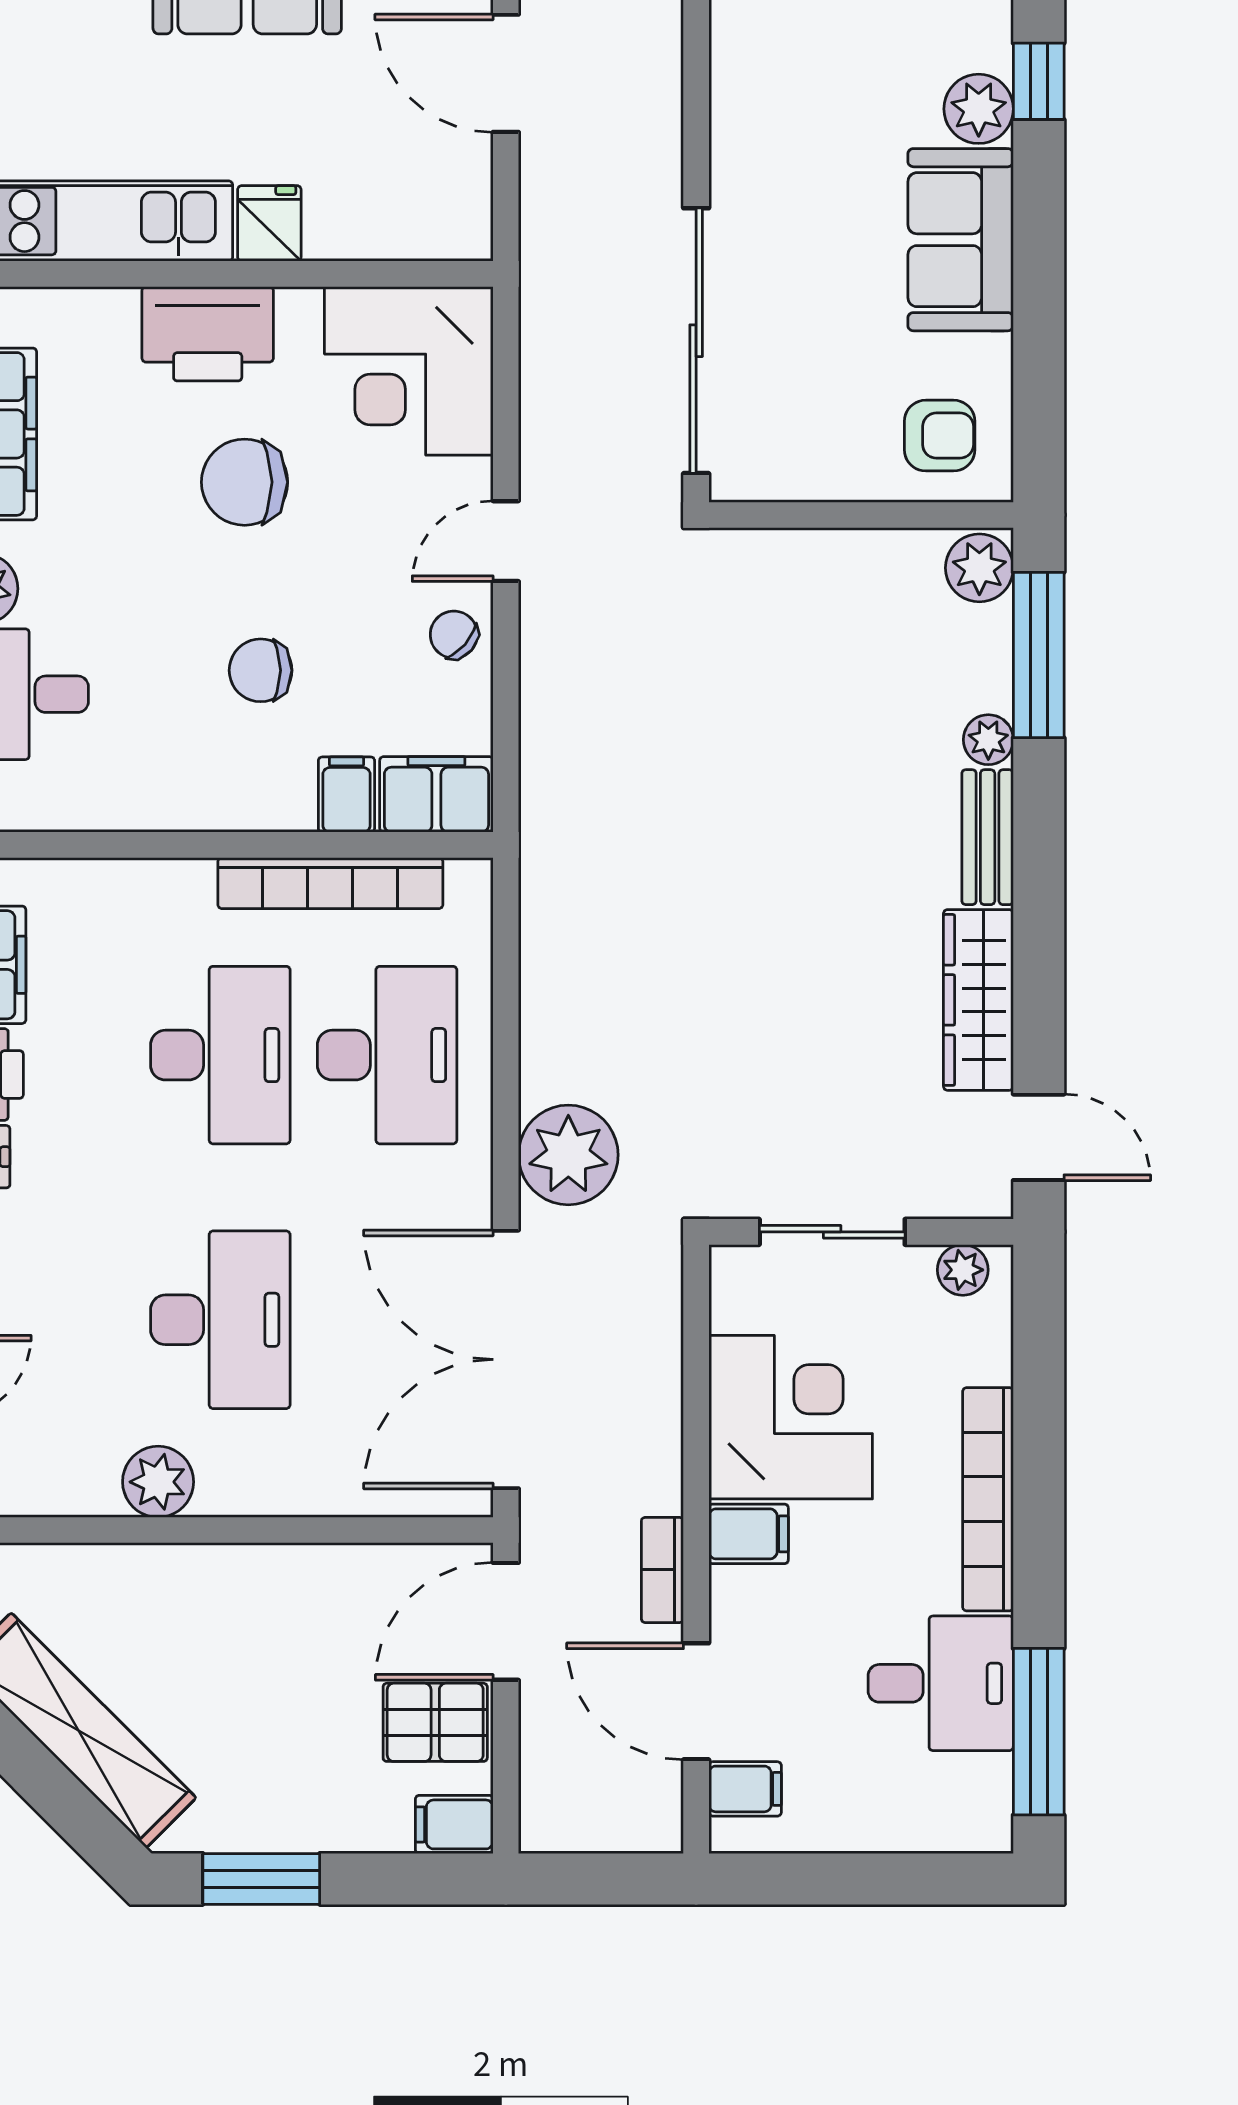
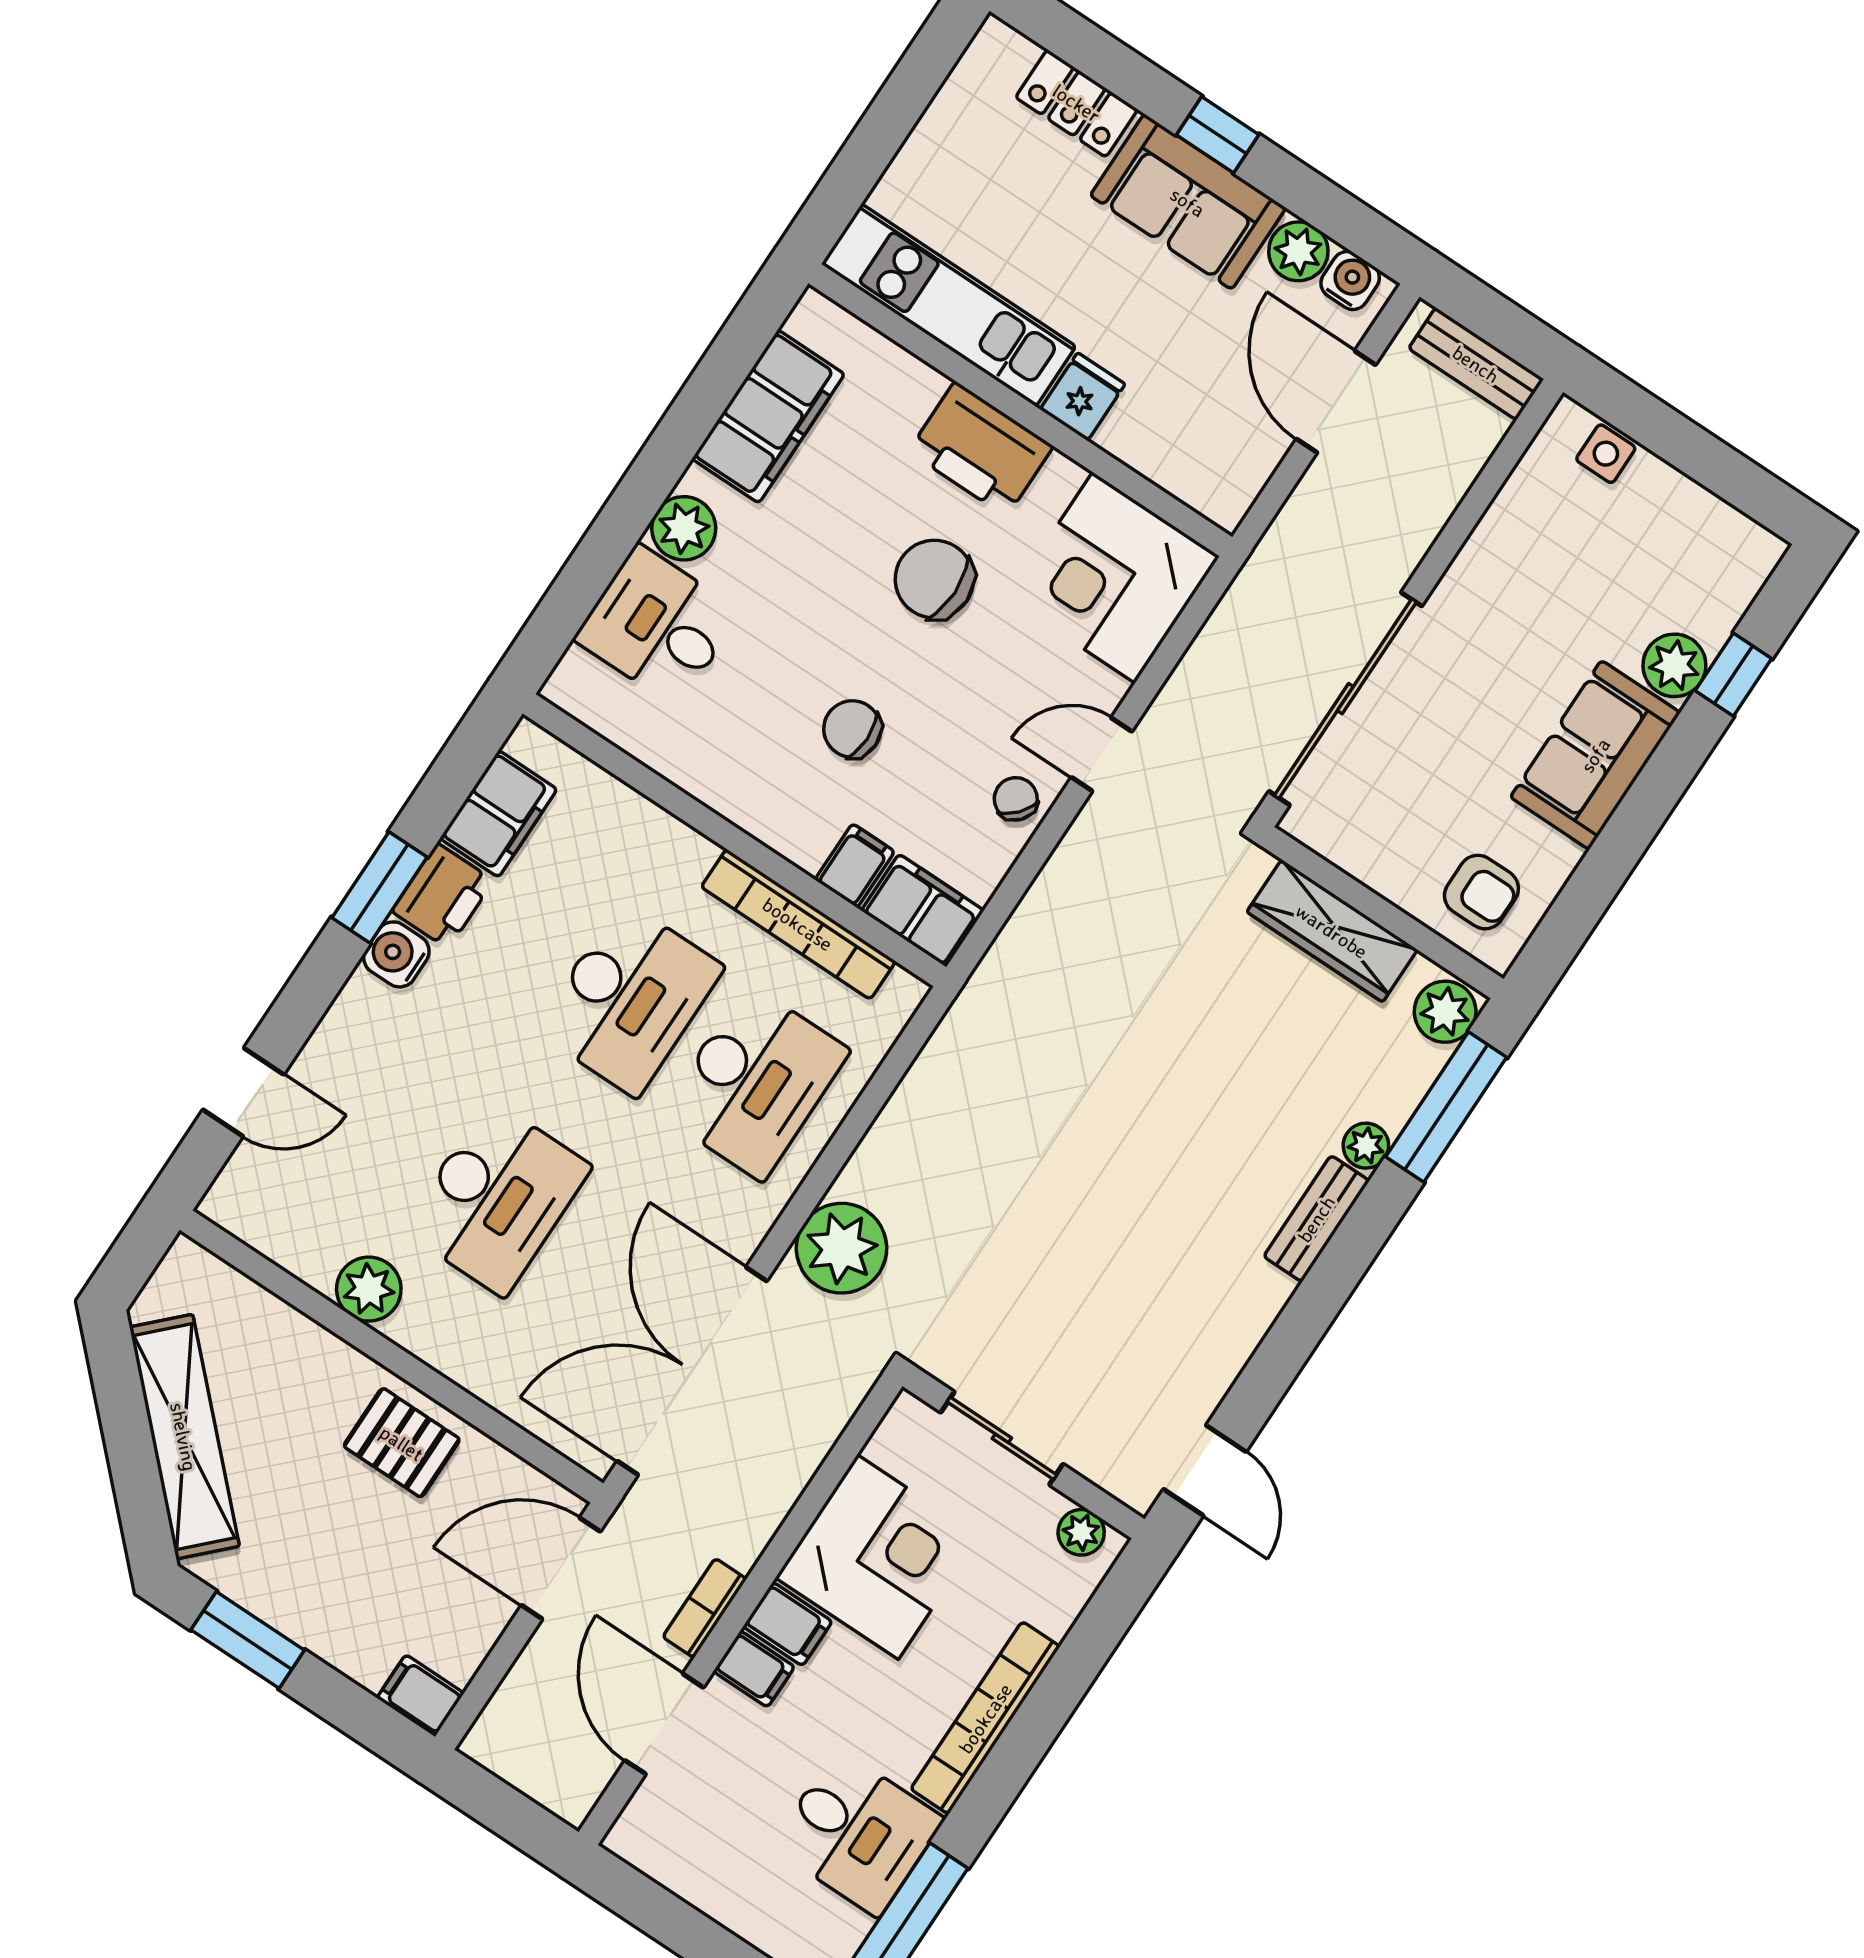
wardrobe: (978, 1000) -> (1332, 931), moved, turned -90
pallet: (435, 1722) -> (402, 1443), moved
filing cabinet: (745, 1789) -> (754, 1669), moved

